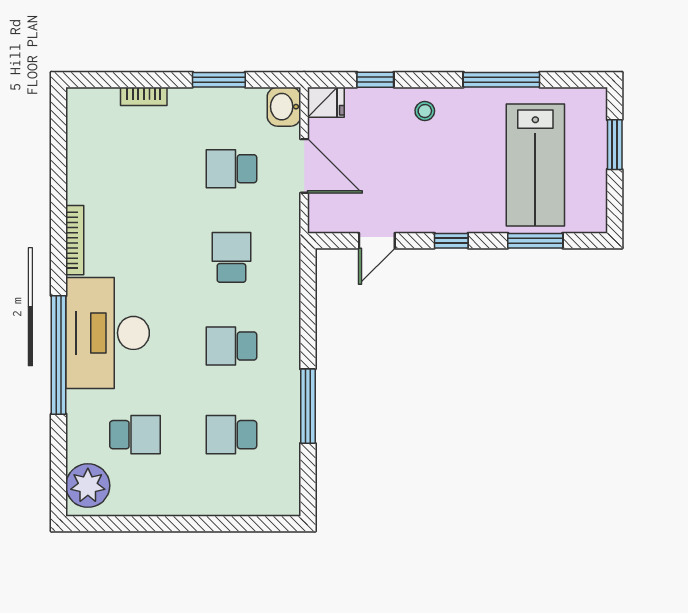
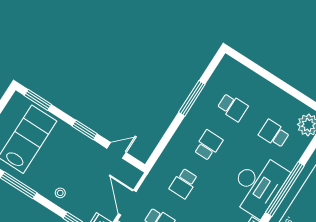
window: (451, 241) -> (85, 130), width x1.50
window: (535, 241) -> (38, 100), moved
school desk: (231, 346) -> (208, 145), turned -90

